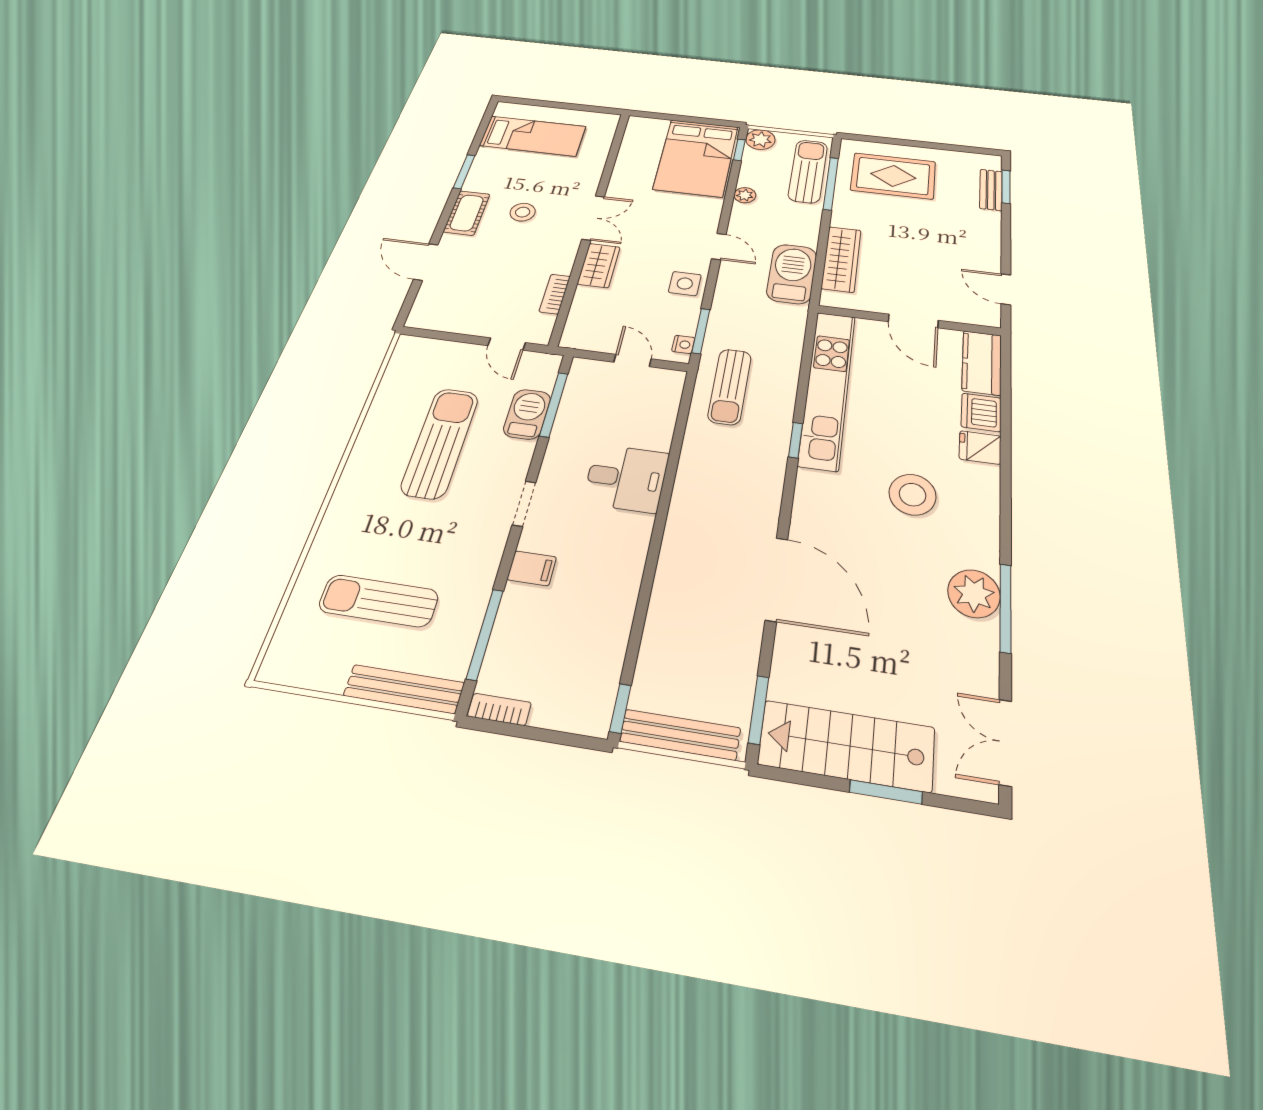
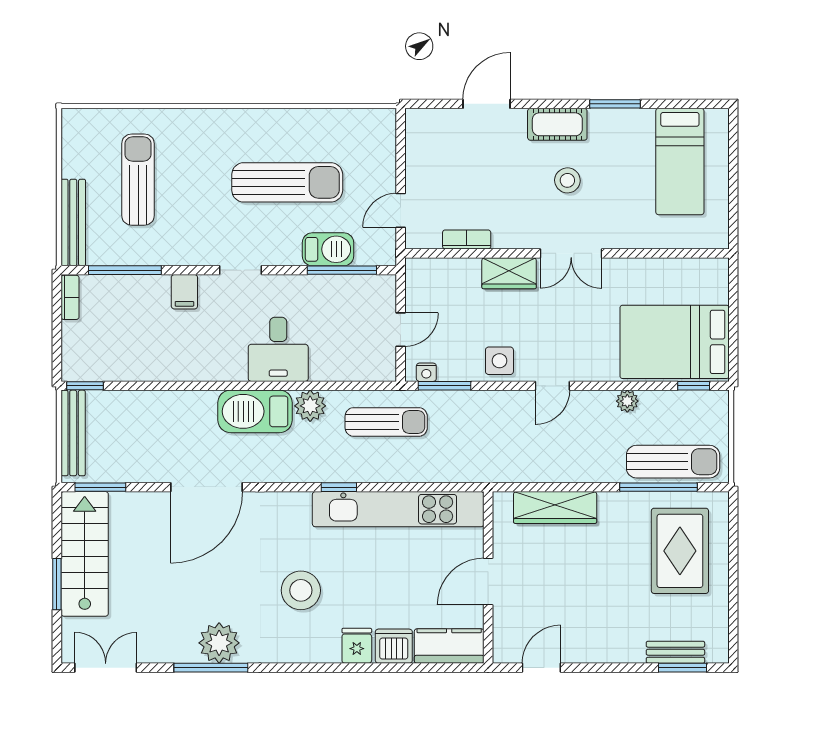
plant: (760, 140) -> (310, 406), moved
barbecue: (792, 274) -> (255, 411), moved, turned 180
sun lounger: (730, 386) -> (386, 422), turned 180

